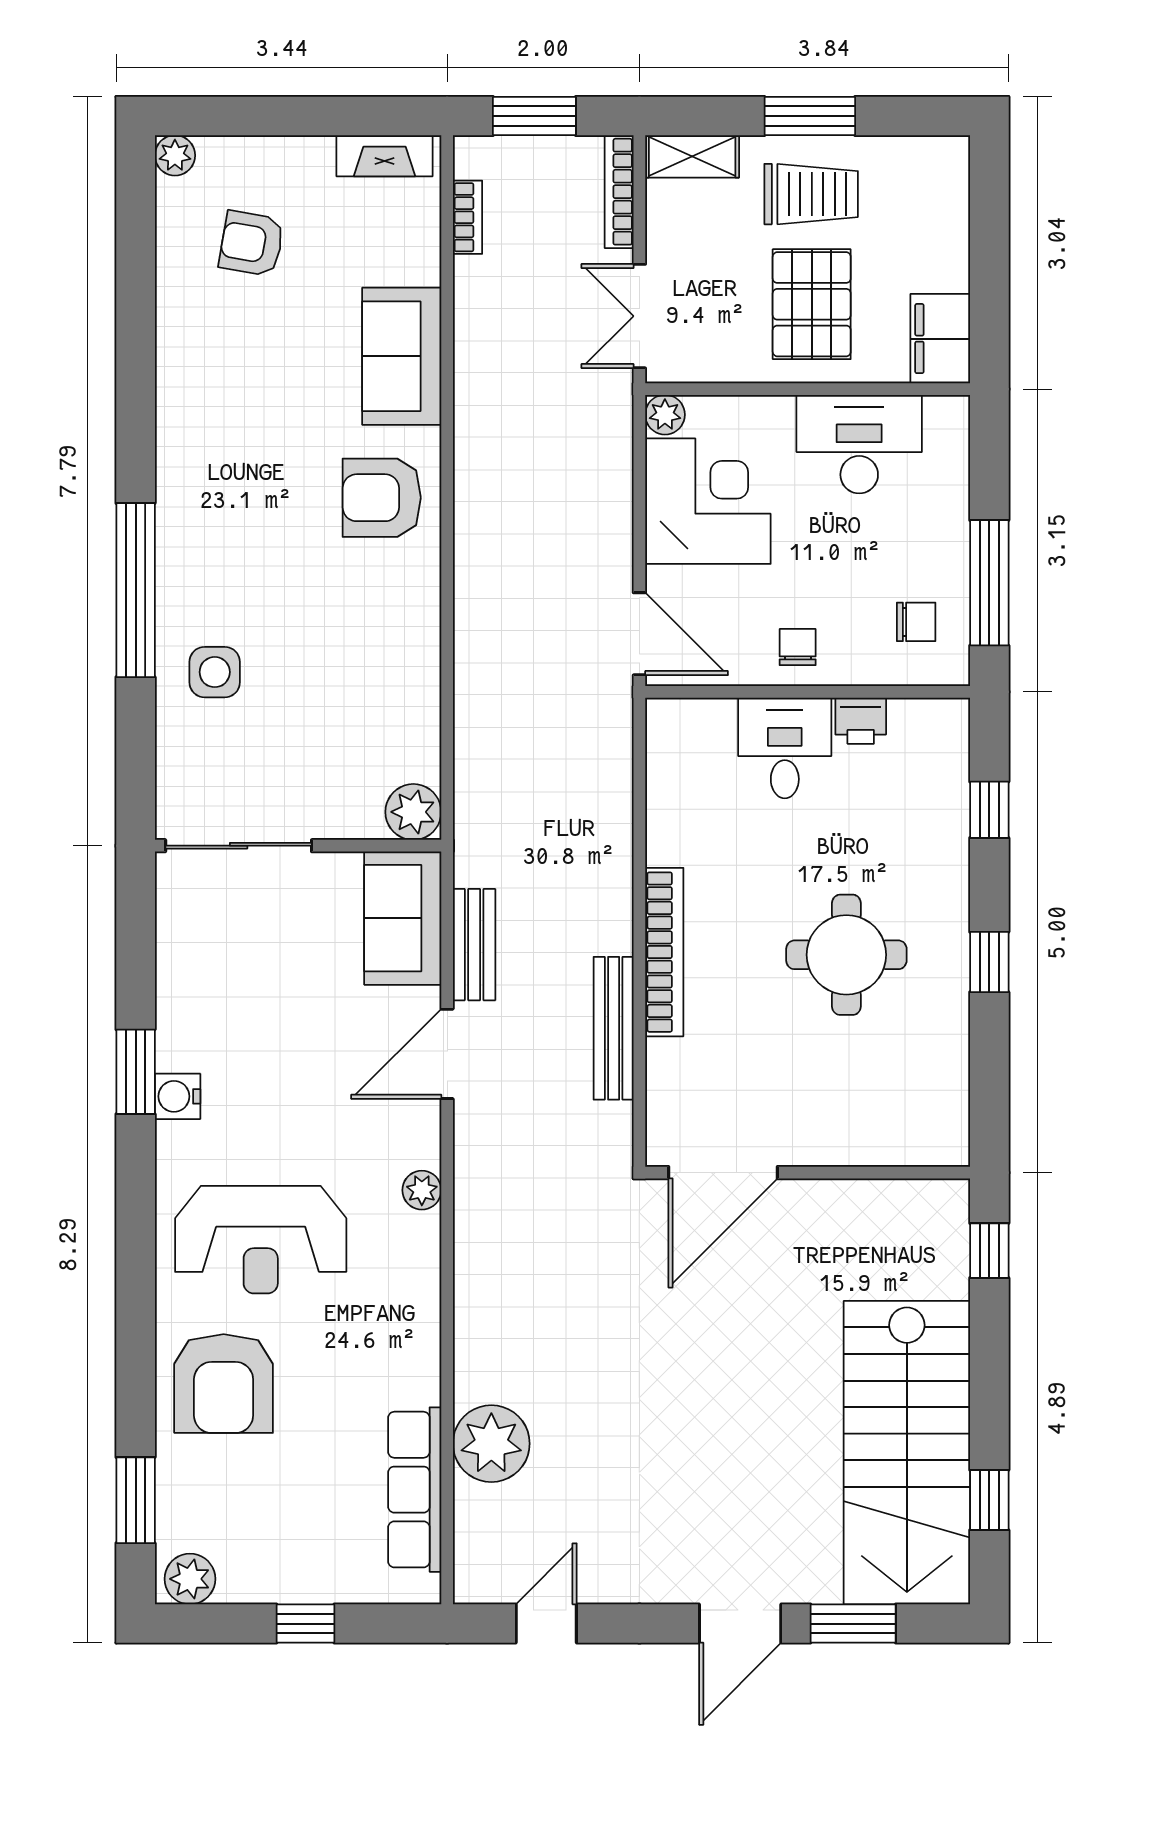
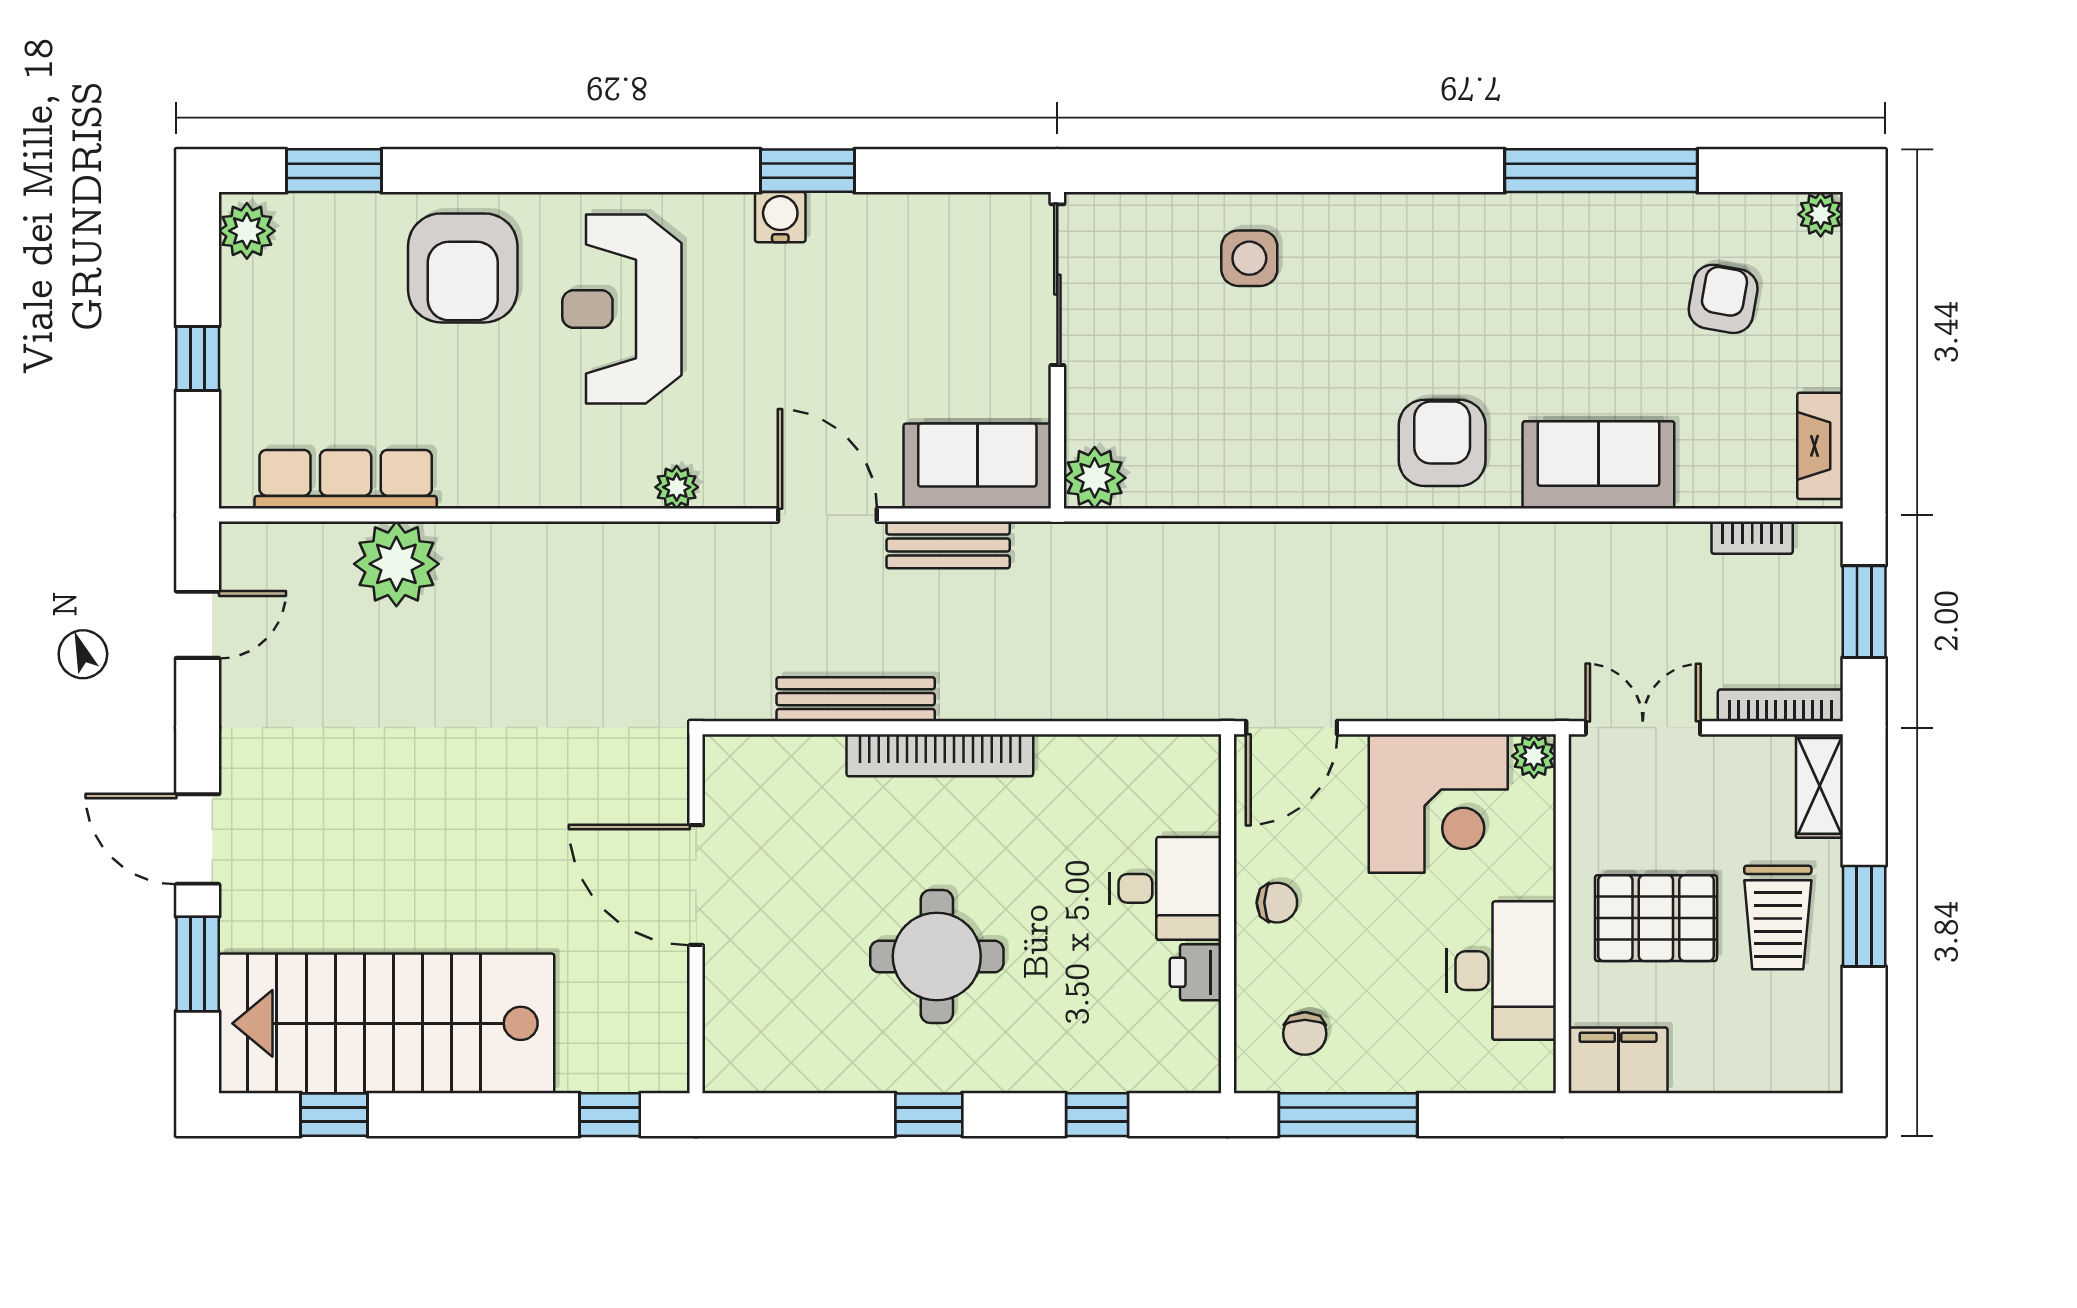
window: (136, 590) -> (1601, 171), moved
door: (723, 1173) -> (696, 885), moved
armchair: (224, 1384) -> (463, 268), turned -90
door: (546, 1624) -> (198, 625), hinge flipped

